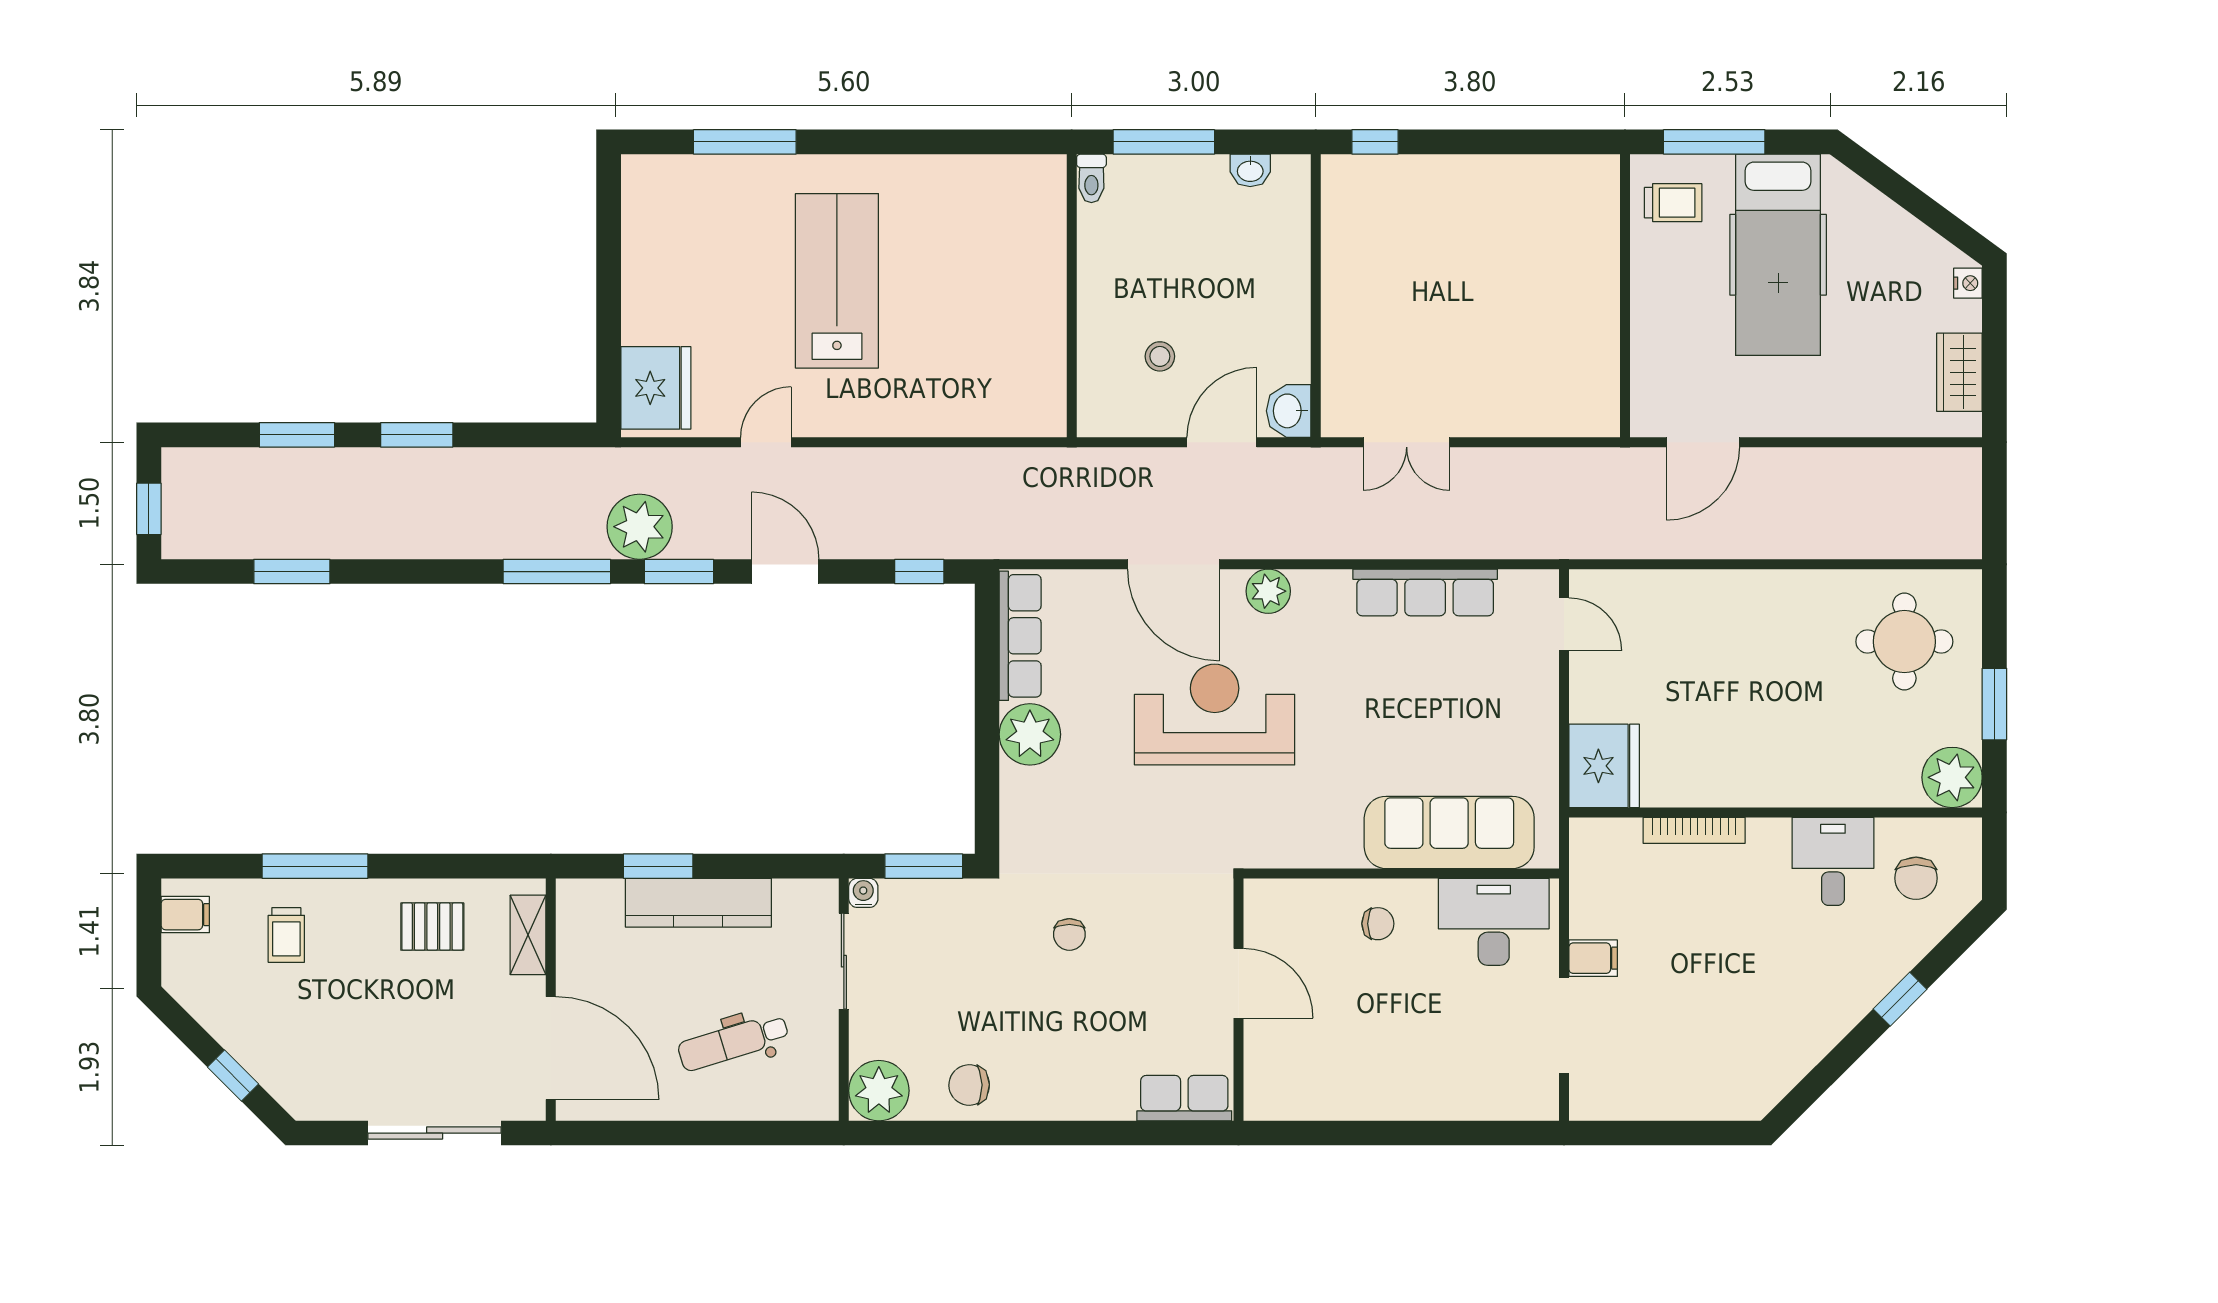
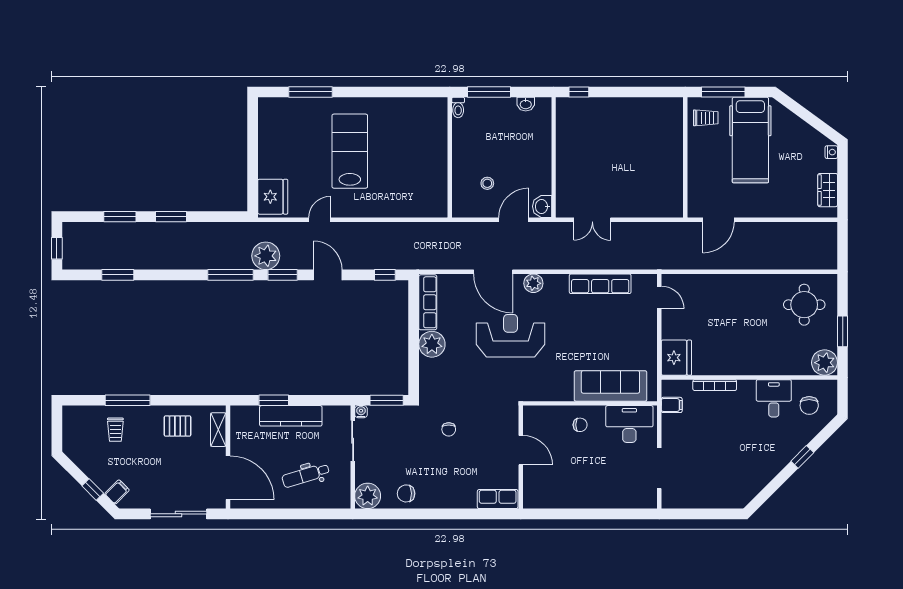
filing cabinet: (185, 915) -> (117, 492), moved, turned -45
filing cabinet: (1593, 958) -> (672, 405), moved

